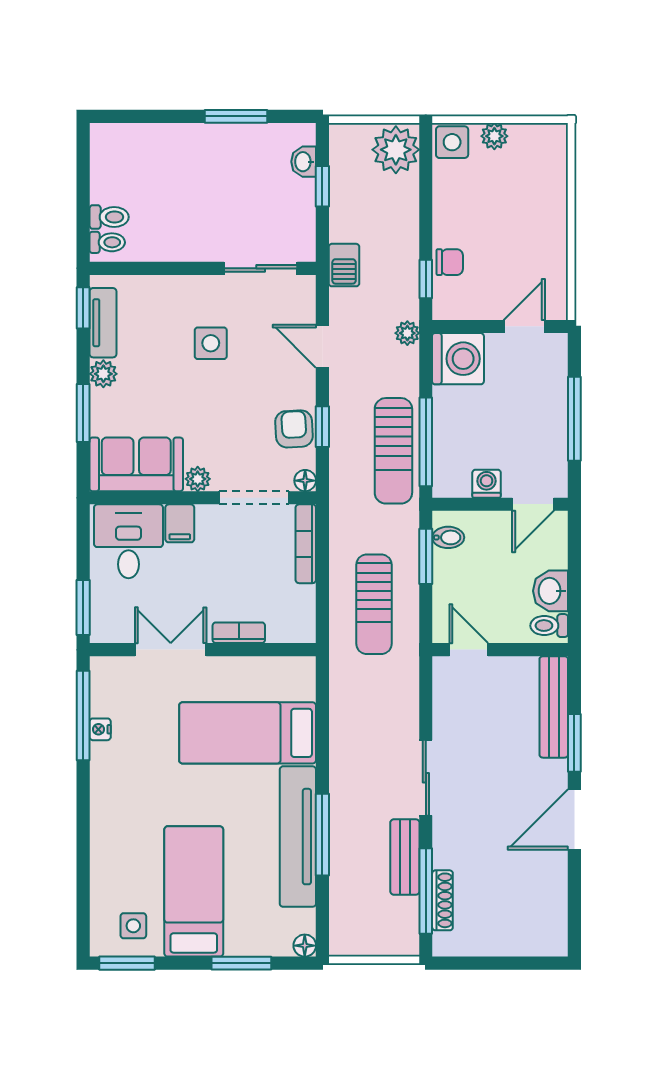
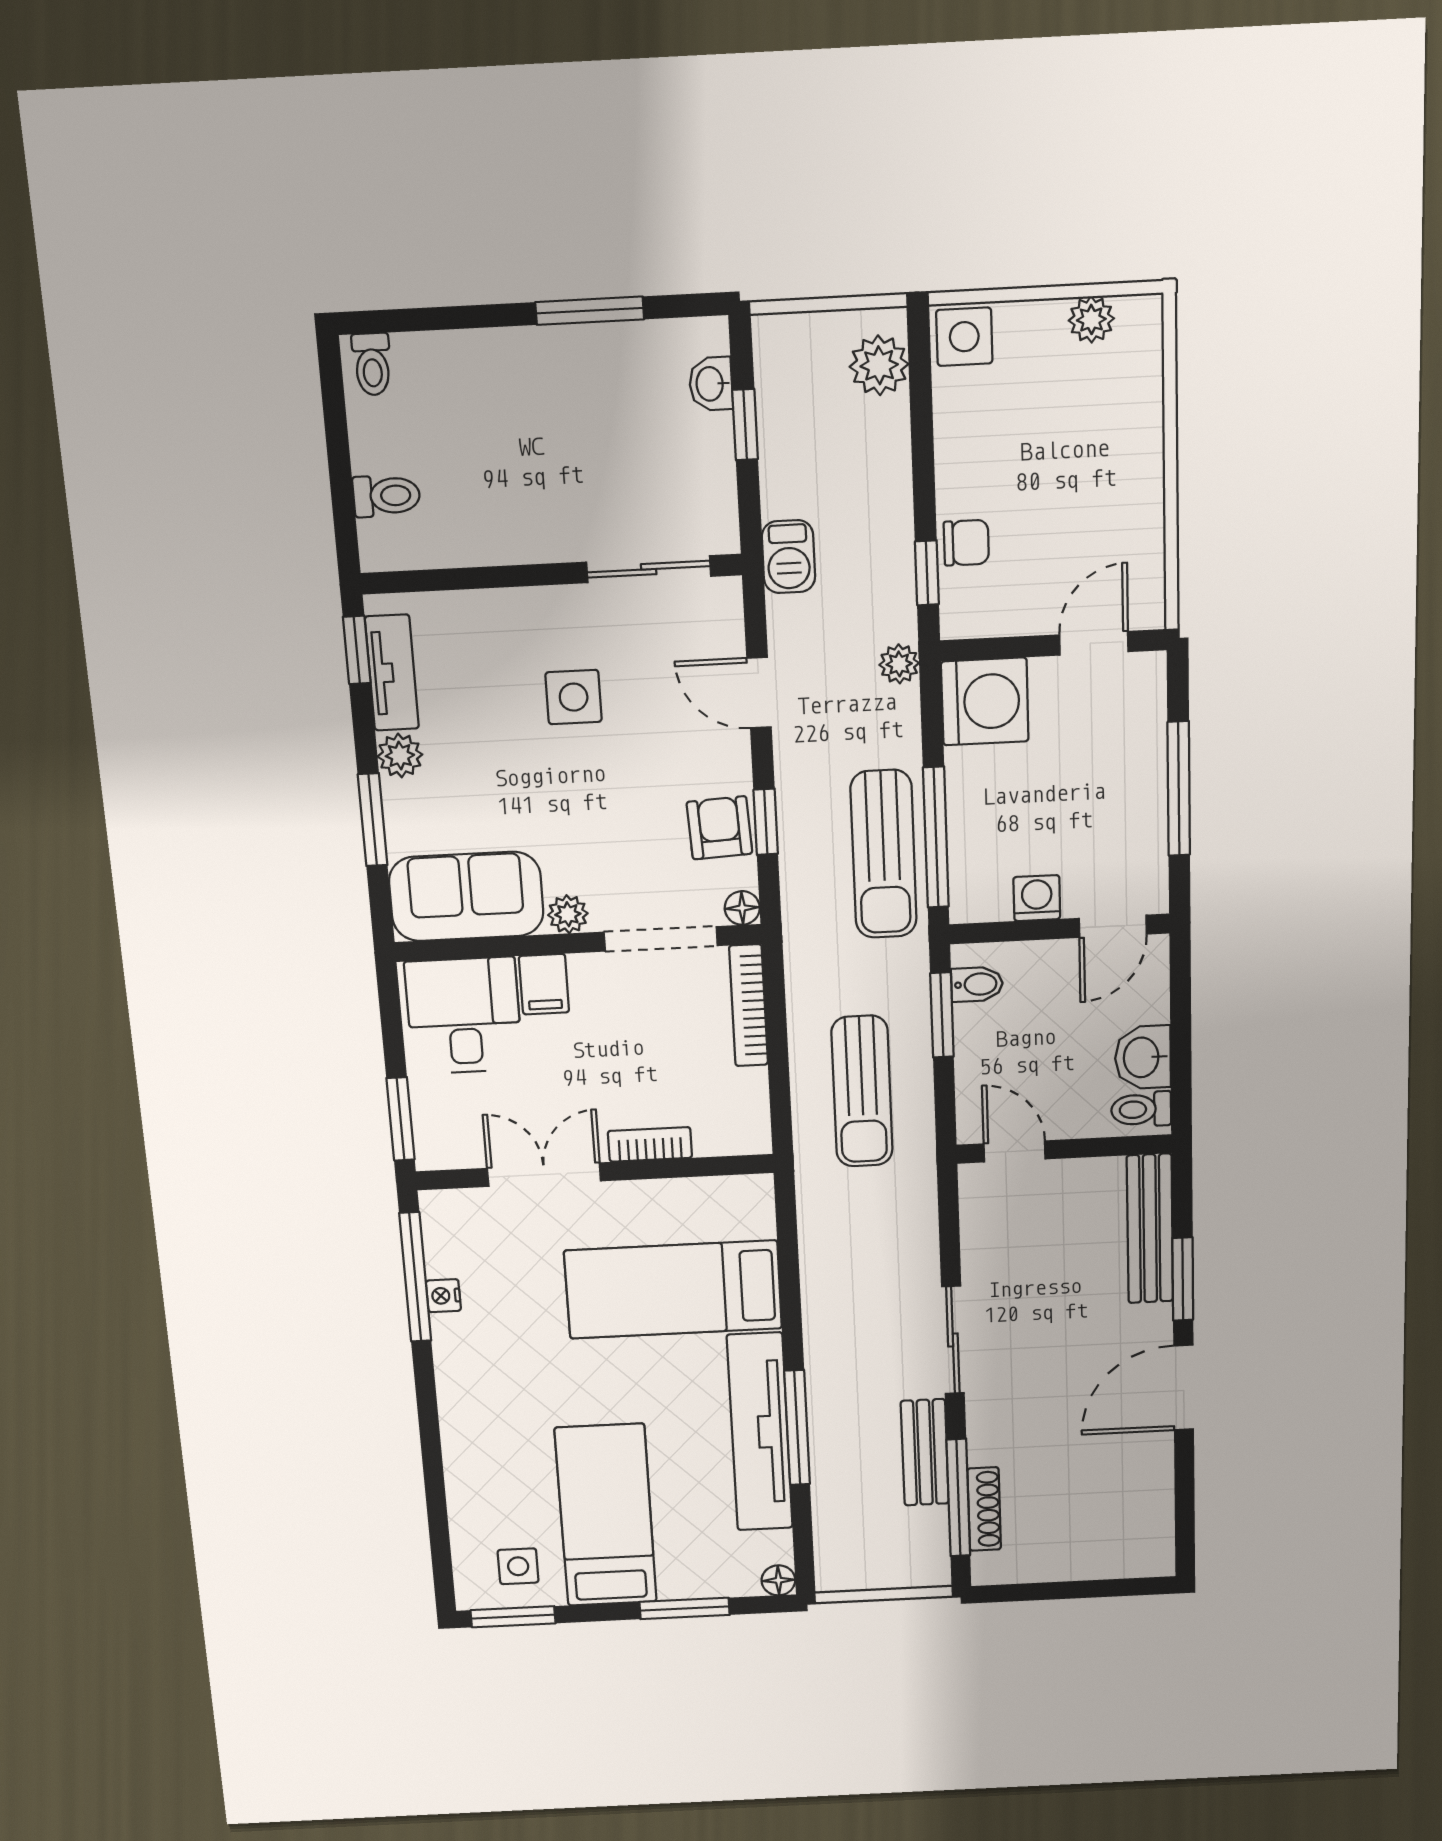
plant: (494, 136) -> (1091, 320), moved
plant: (396, 150) -> (879, 365), width x0.73, depth x0.73
toilet: (107, 242) -> (372, 364), moved, turned 90

